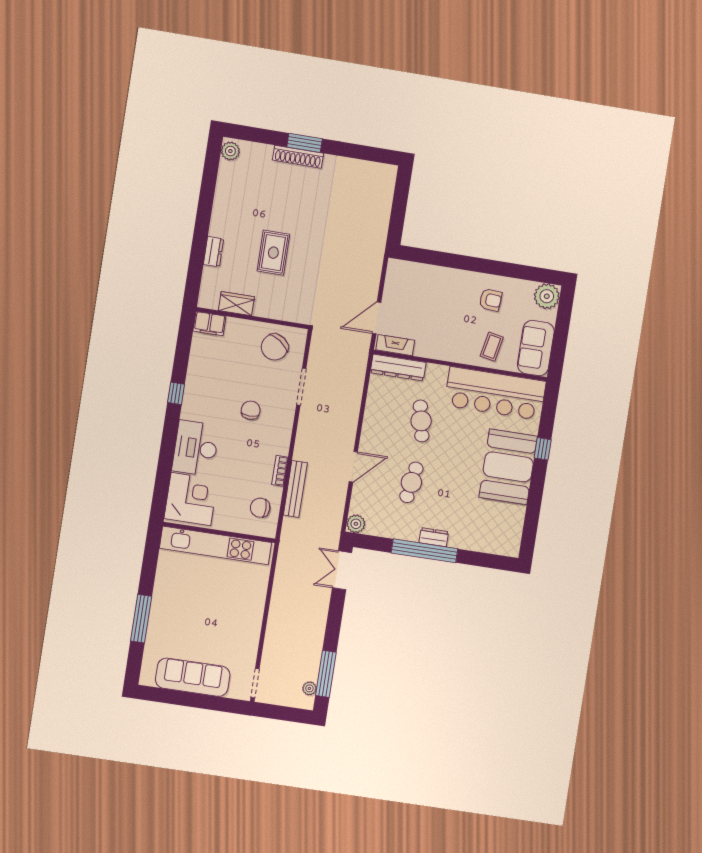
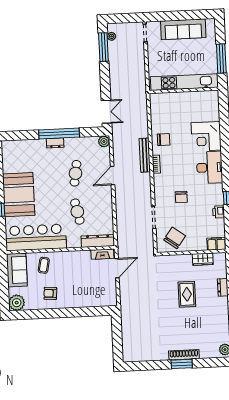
printer: (196, 374) -> (219, 212), added
wall: (219, 532) -> (184, 90), moved
kitchen unit: (215, 545) -> (184, 82), moved

